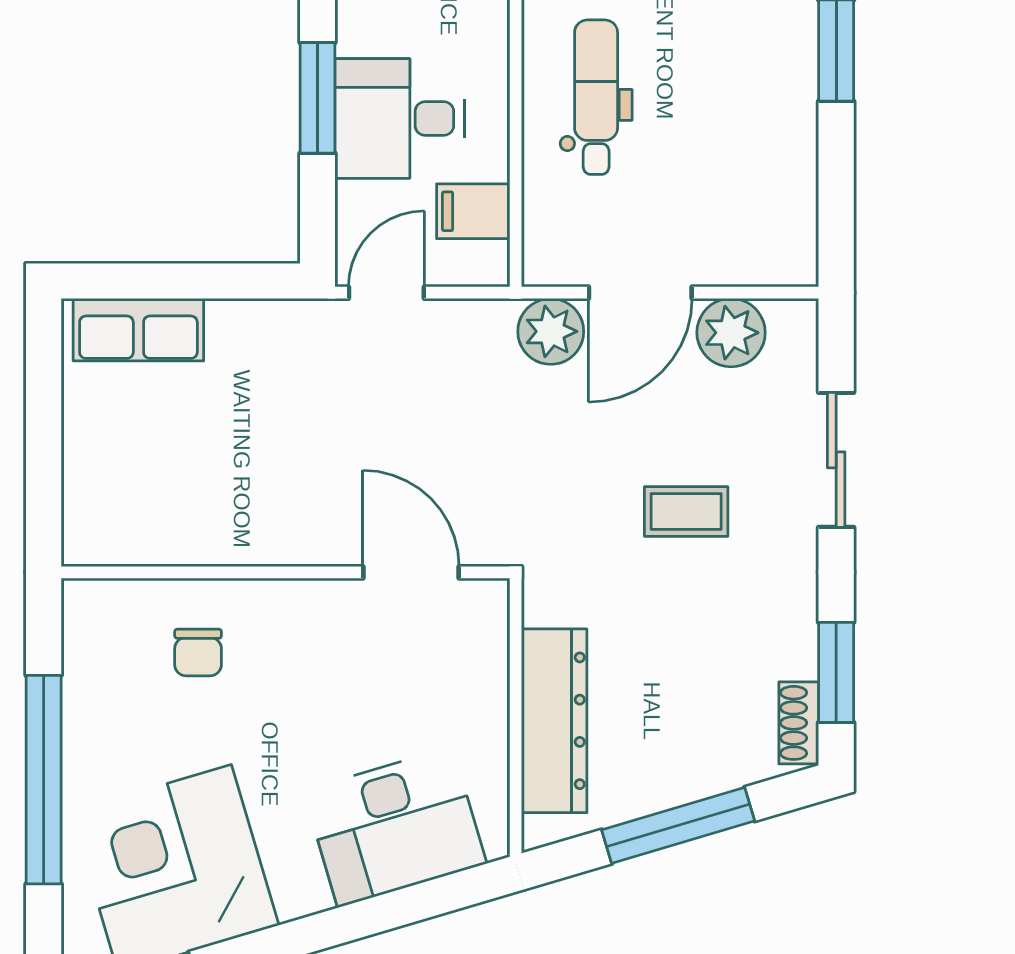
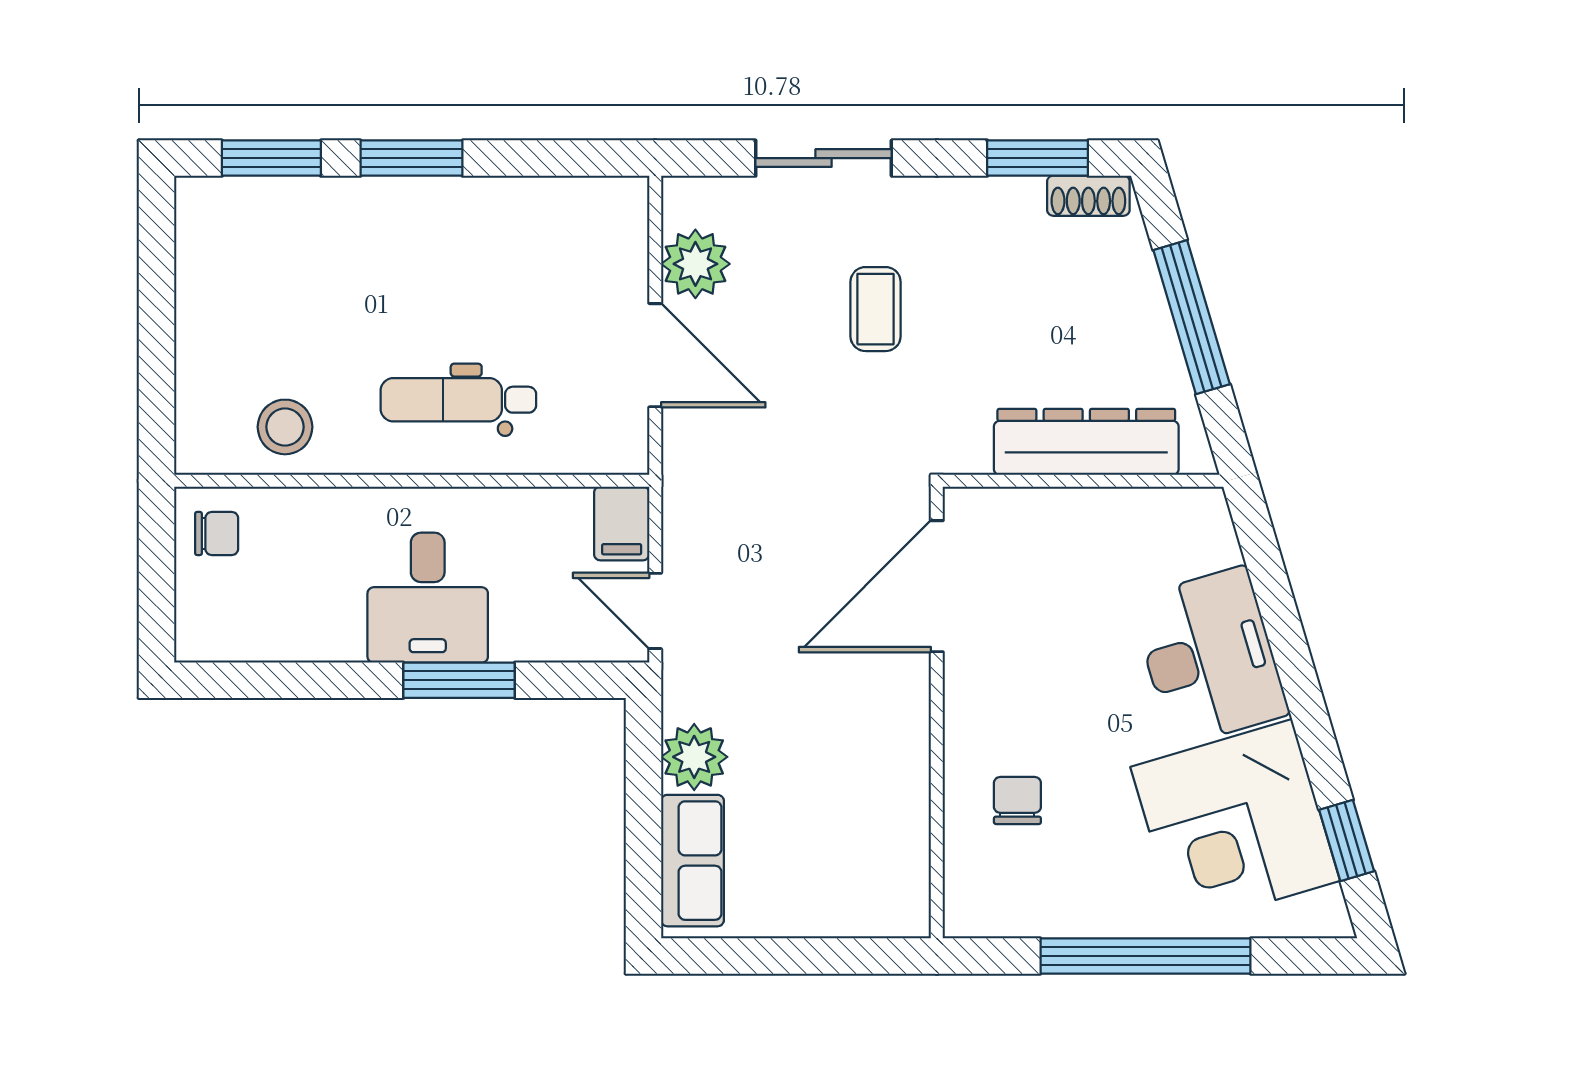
desk: (400, 118) -> (428, 598), moved
filing cabinet: (473, 211) -> (622, 523), moved
plant: (551, 331) -> (694, 757), moved
door: (411, 572) -> (937, 586), width x1.36
chair: (198, 652) -> (1017, 801), turned -90
desk: (395, 827) -> (1210, 657), moved

